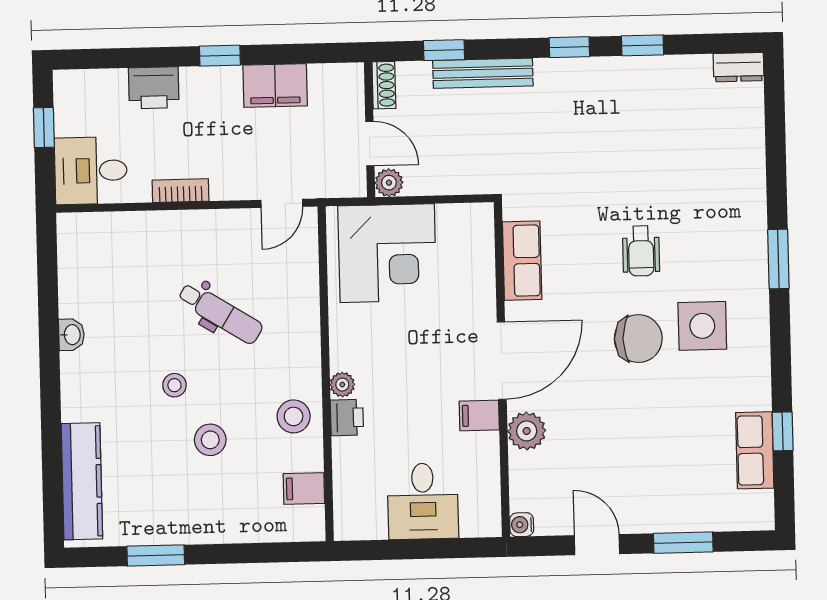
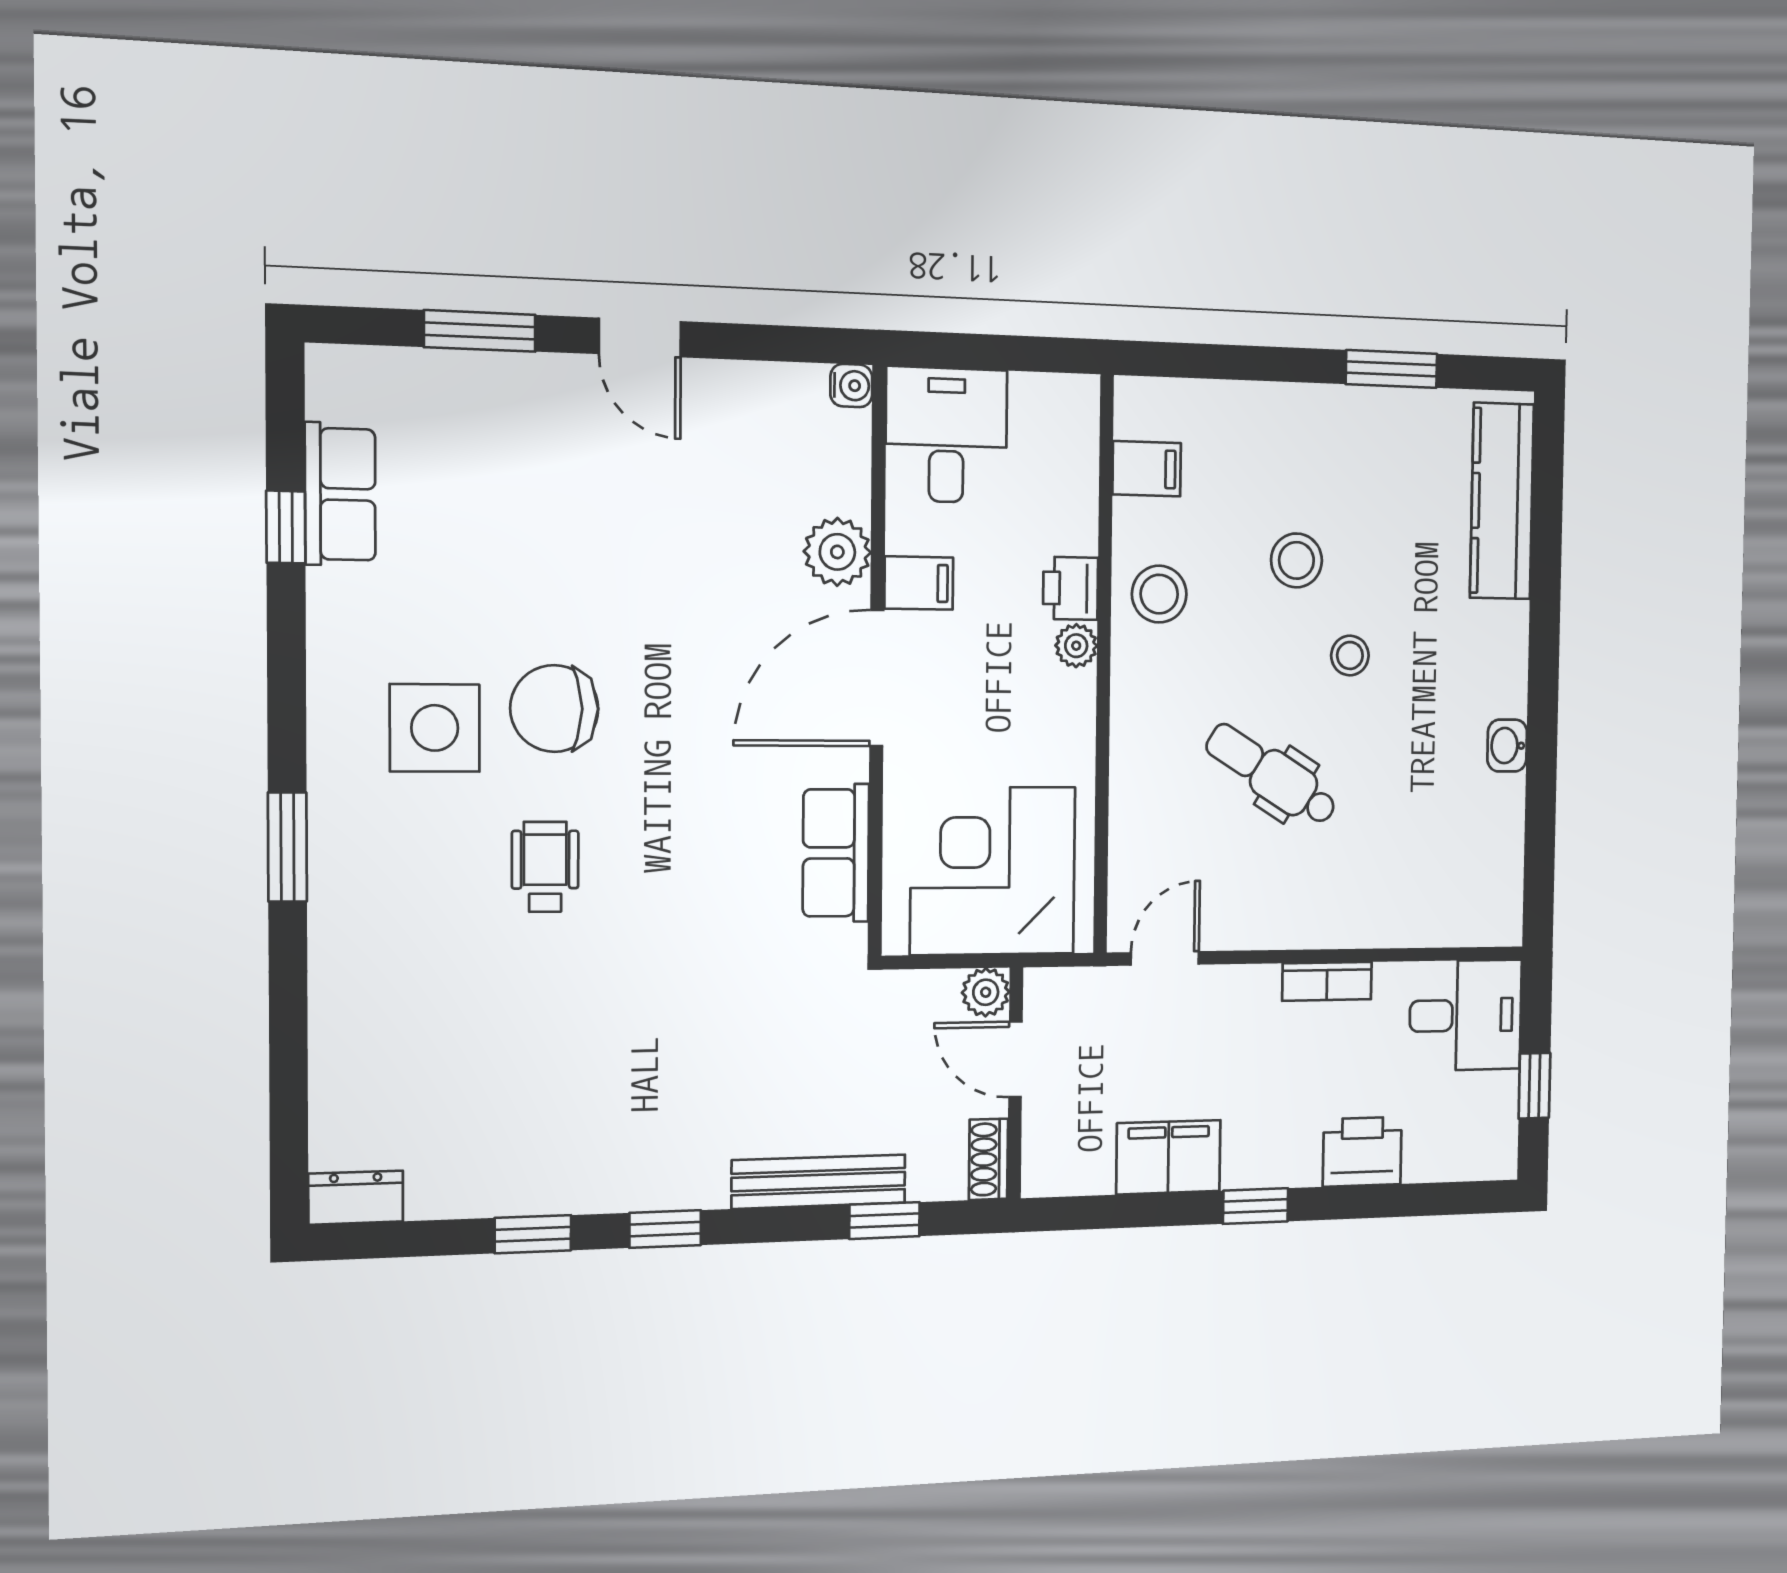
row of seats: (522, 261) -> (836, 853), moved
door: (502, 361) -> (877, 678), moved
wall: (502, 369) -> (877, 663), moved
filing cabinet: (479, 416) -> (919, 583), moved
plant: (527, 431) -> (837, 552), moved
water cooler: (522, 525) -> (851, 386), moved

